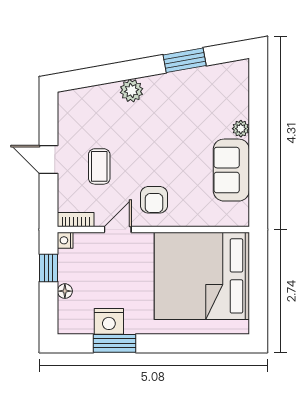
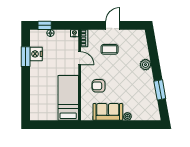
armchair: (154, 200) -> (99, 86), moved
window: (49, 268) -> (45, 25), moved
bed: (202, 276) -> (68, 98), width x0.49

